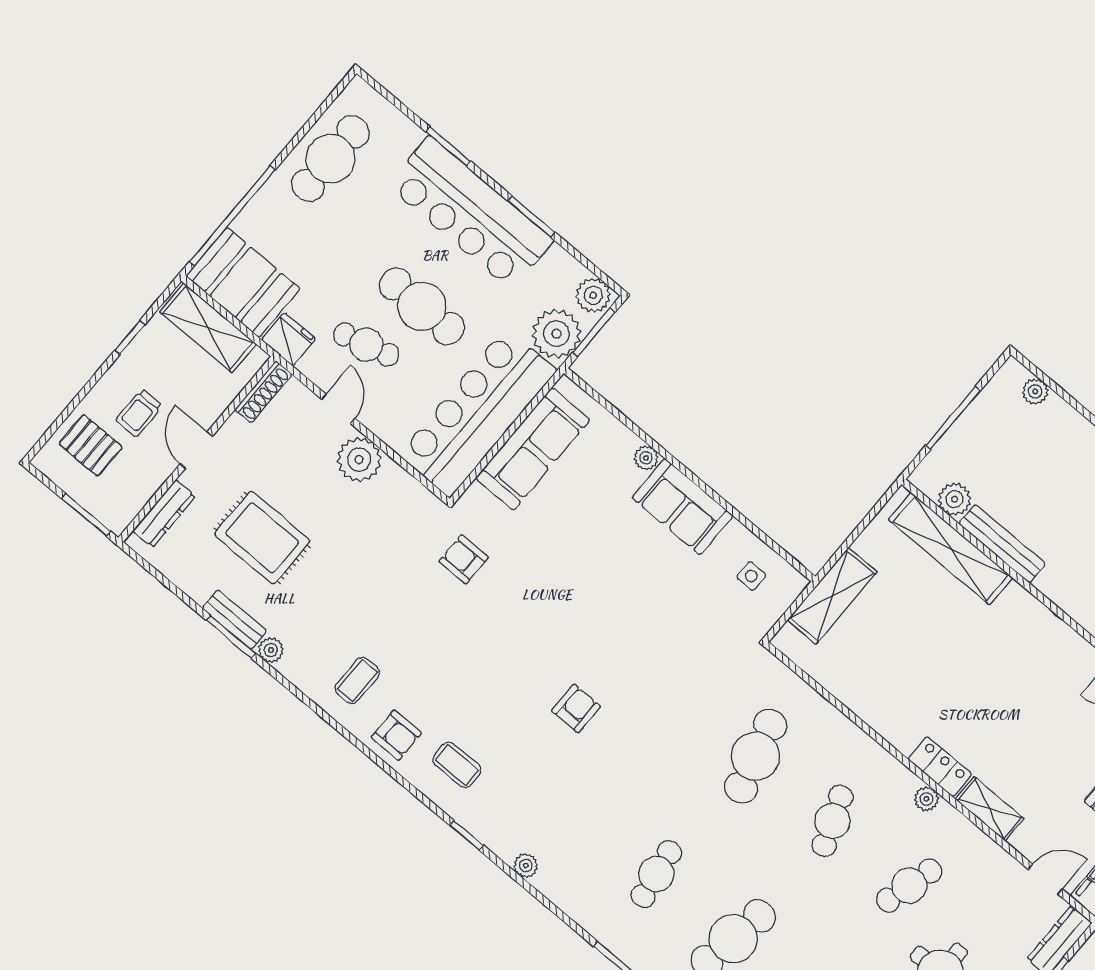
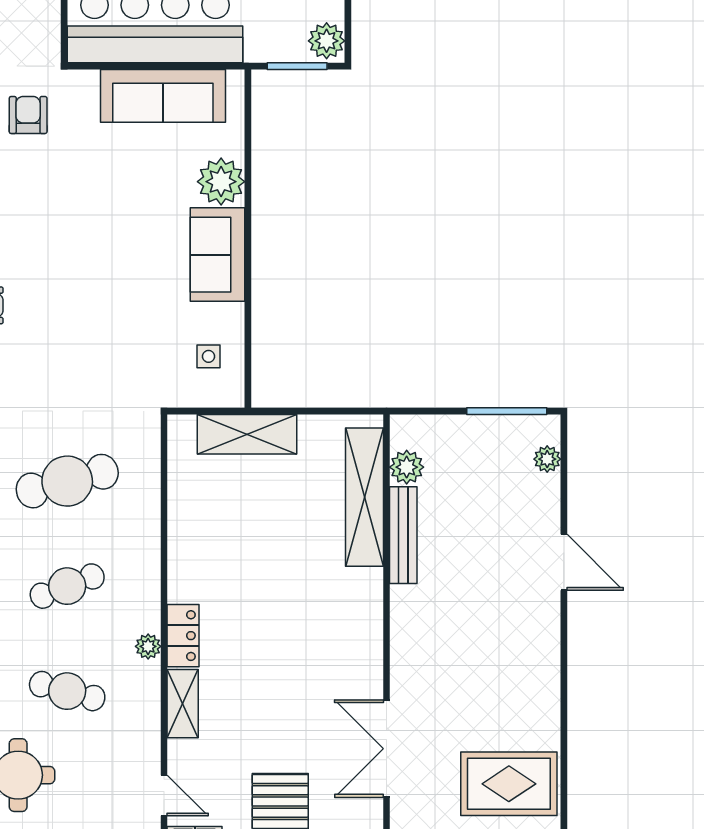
plant: (556, 334) -> (271, 37), removed
window: (953, 418) -> (507, 411), moved
plant: (646, 458) -> (221, 182), width x1.88, depth x1.88

